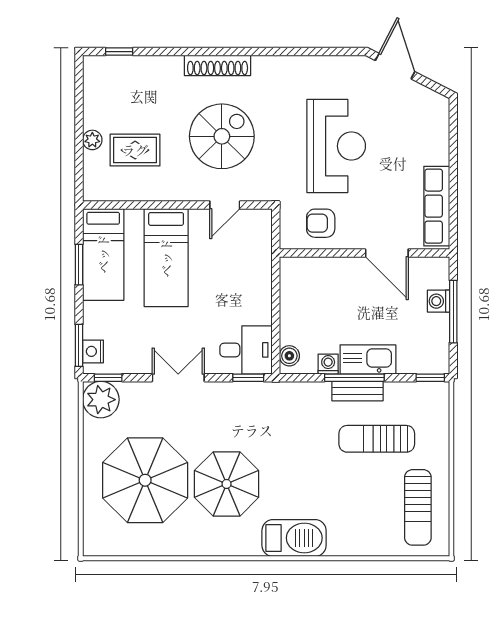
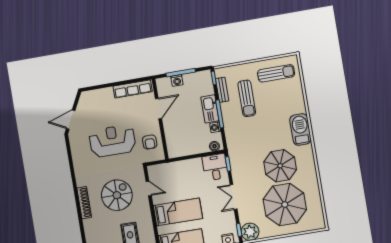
spiral stairs: (222, 136) -> (117, 195), turned 90
bench: (358, 391) -> (222, 90), moved

